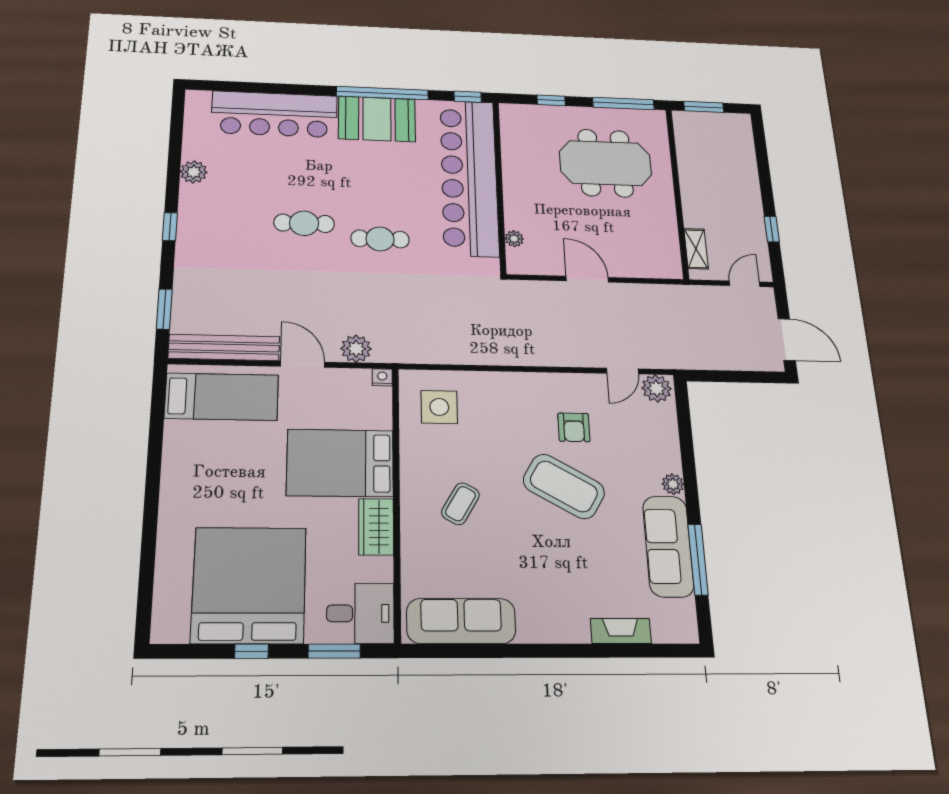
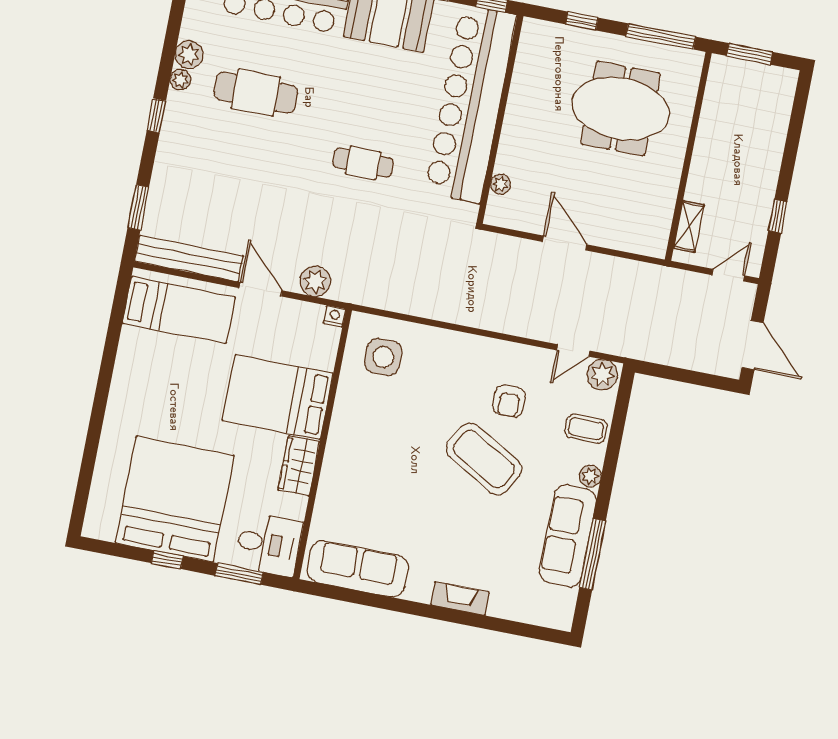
plant: (189, 194) -> (180, 80), added
cafe table: (304, 223) -> (256, 93), moved, width x1.37, depth x1.35
coffee table: (460, 504) -> (586, 429), moved, turned 60
fireplace: (621, 631) -> (460, 599), moved

